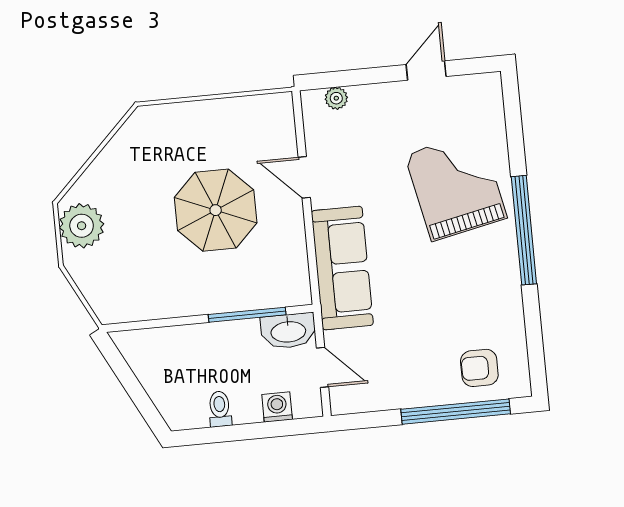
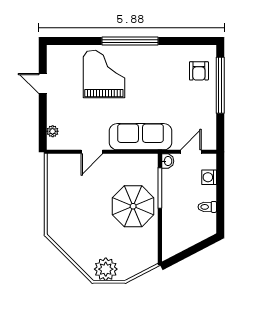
grand piano: (456, 186) -> (104, 74), turned 102
parasol: (216, 210) -> (133, 206), moved
washbasin: (288, 331) -> (168, 161), width x0.52, depth x0.69

